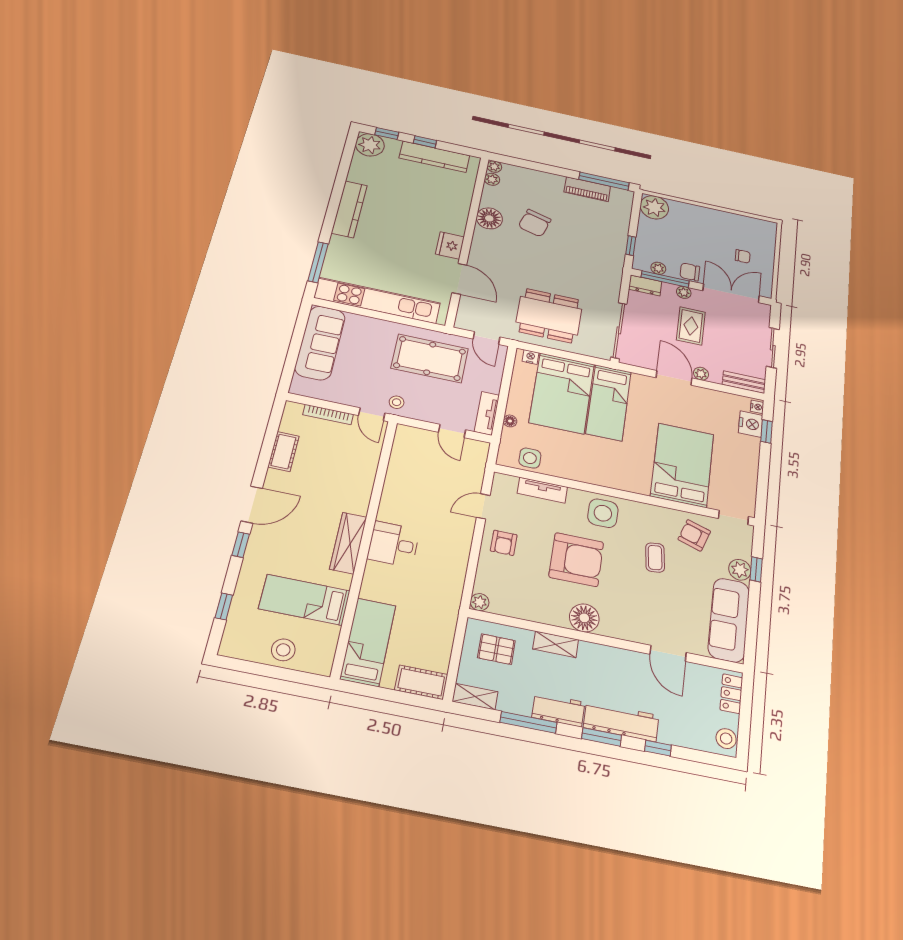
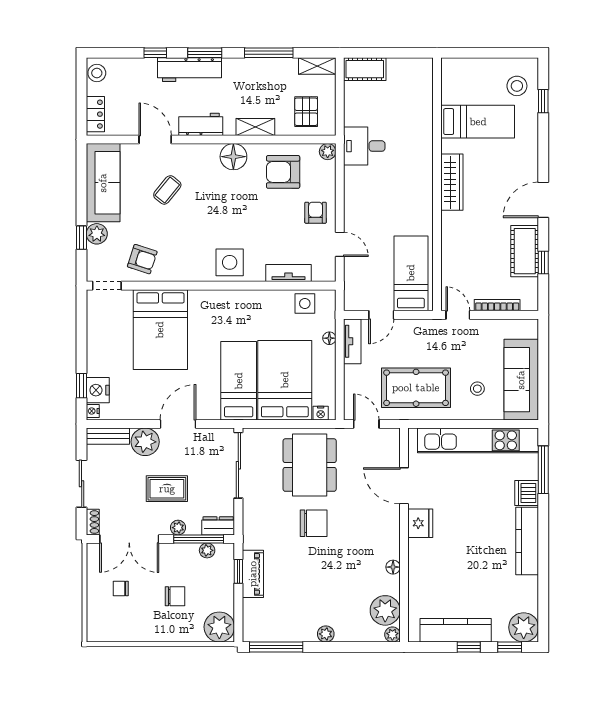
plant: (492, 179) -> (385, 610), width x1.87, depth x1.87
plant: (556, 181) -> (326, 634), added
piano: (587, 189) -> (253, 574), moved, turned 90
floor lamp: (489, 218) -> (393, 567), width x0.53, depth x0.53
chair: (535, 223) -> (314, 523), moved, turned 74
dishwasher: (340, 247) -> (527, 493), added
chair: (690, 272) -> (175, 596), moved
shoe rack: (764, 314) -> (93, 522), added
dining table: (549, 316) -> (310, 465), turned 90
rug: (691, 326) -> (167, 489), turned 90
plant: (701, 374) -> (145, 442), width x1.88, depth x1.88
door: (674, 378) -> (178, 424), swing flipped
stool: (397, 402) -> (477, 389), moved
door: (452, 431) -> (381, 315), swing flipped
cot: (283, 451) -> (525, 251), width x1.37, depth x1.34
door: (483, 506) -> (340, 244), hinge flipped
desk: (393, 544) -> (364, 146), moved, turned 180
window: (241, 545) -> (543, 263), moved
coffee table: (655, 558) -> (167, 190), moved, turned 46
armchair: (576, 560) -> (283, 172), moved, width x0.73, depth x0.73
bed: (368, 642) -> (411, 273), moved, turned 180
pallet: (496, 649) -> (306, 112), turned 90
stool: (283, 650) -> (517, 86), moved
workbench: (558, 710) -> (201, 124), moved, turned 180

